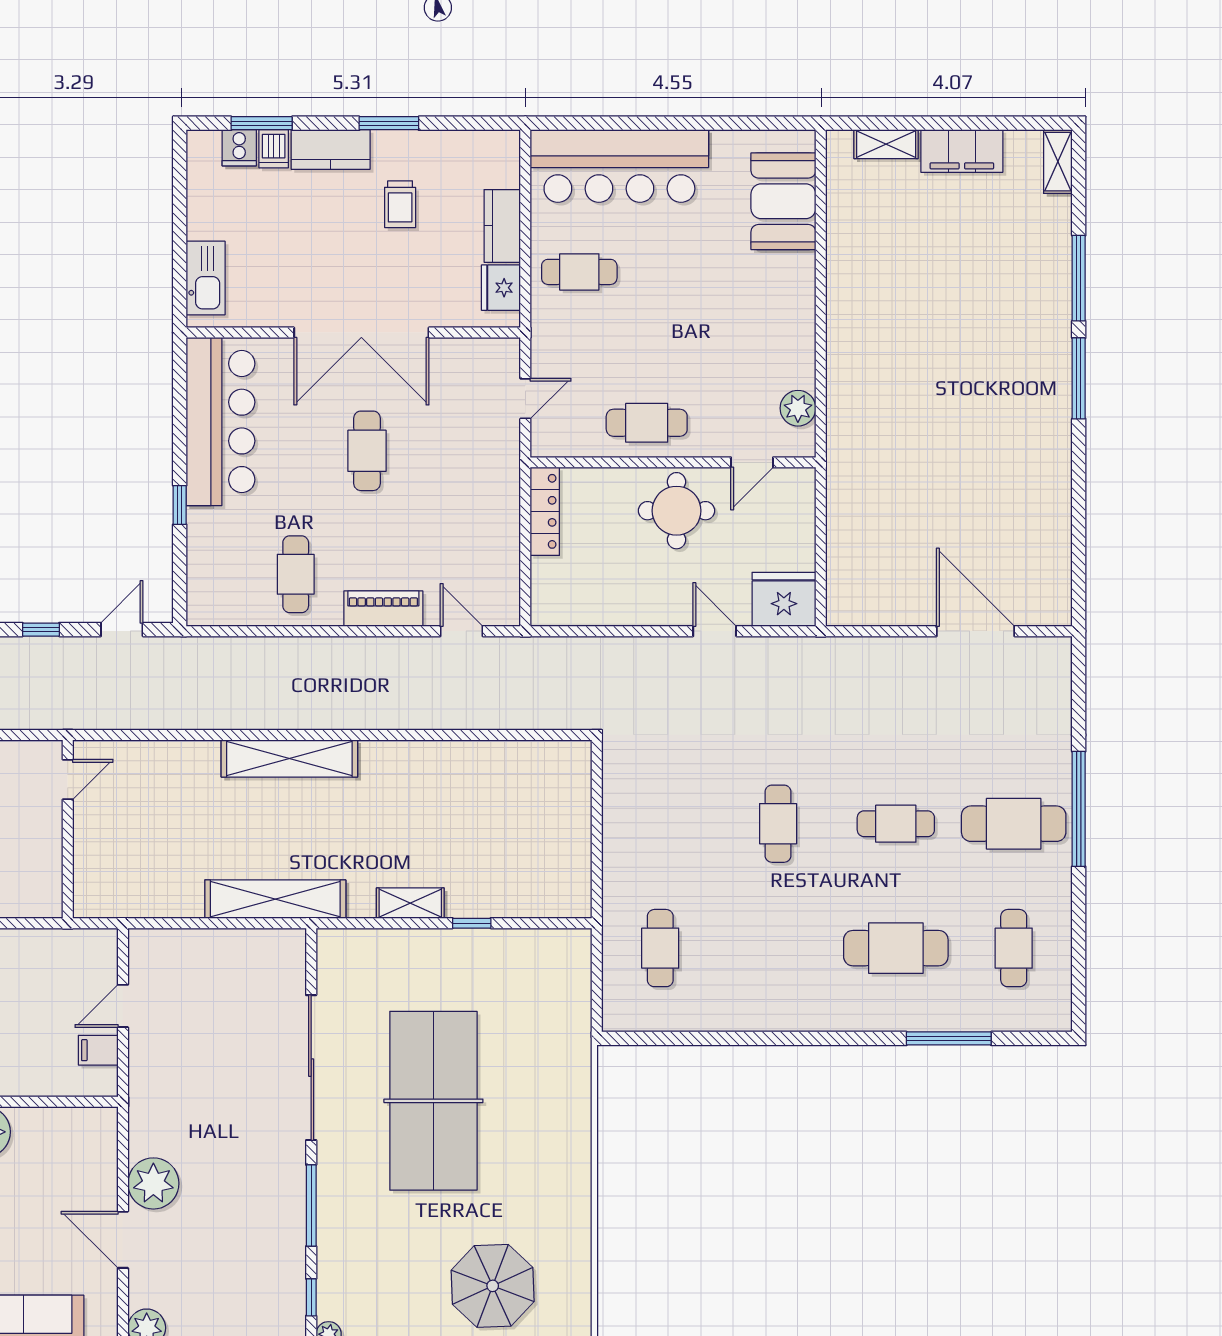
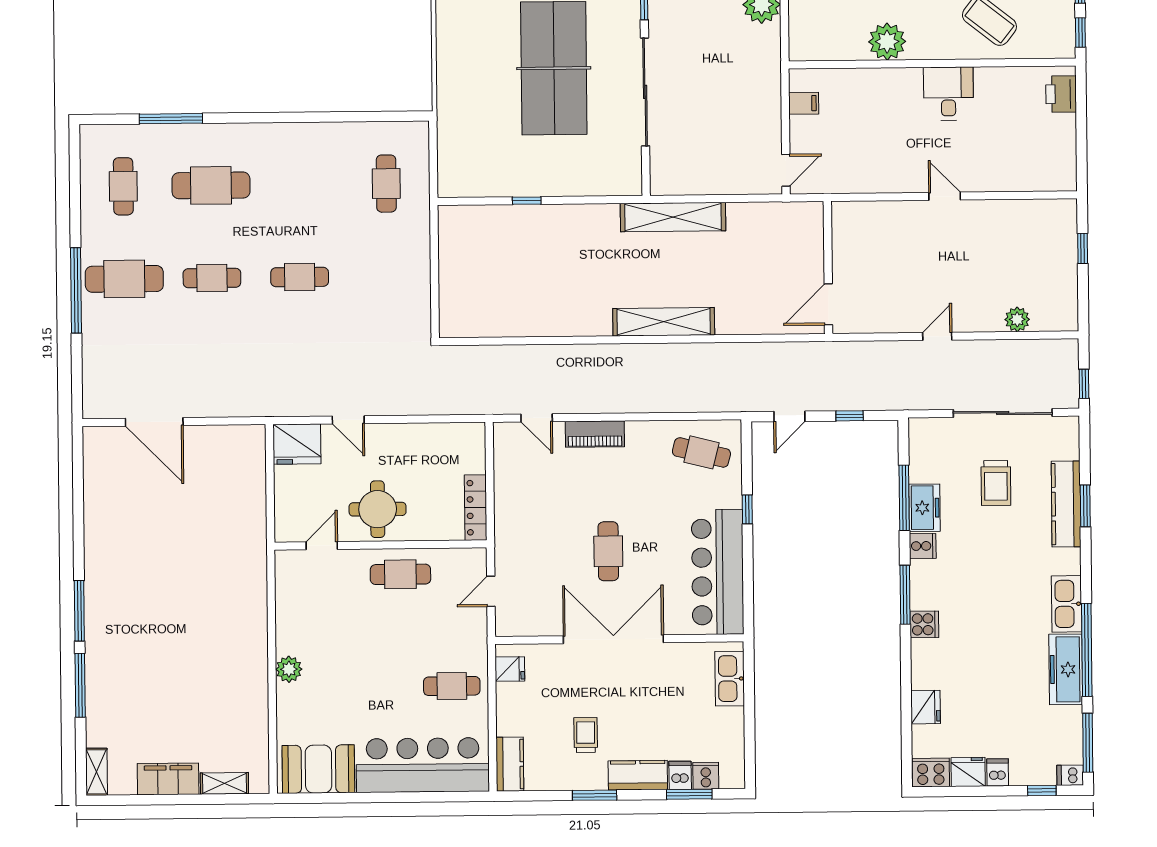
booth: (783, 201) -> (318, 769), moved, turned 90
kitchen counter: (502, 226) -> (510, 764), moved
fridge: (501, 288) -> (510, 669), width x0.72
plant: (798, 408) -> (289, 669), moved
cafe table: (296, 574) -> (701, 452), moved, turned -76
door: (68, 780) -> (828, 304), width x1.38
cafe table: (778, 824) -> (300, 277), turned 90
shelving: (410, 903) -> (573, 215), removed
door: (123, 1006) -> (786, 170), moved

